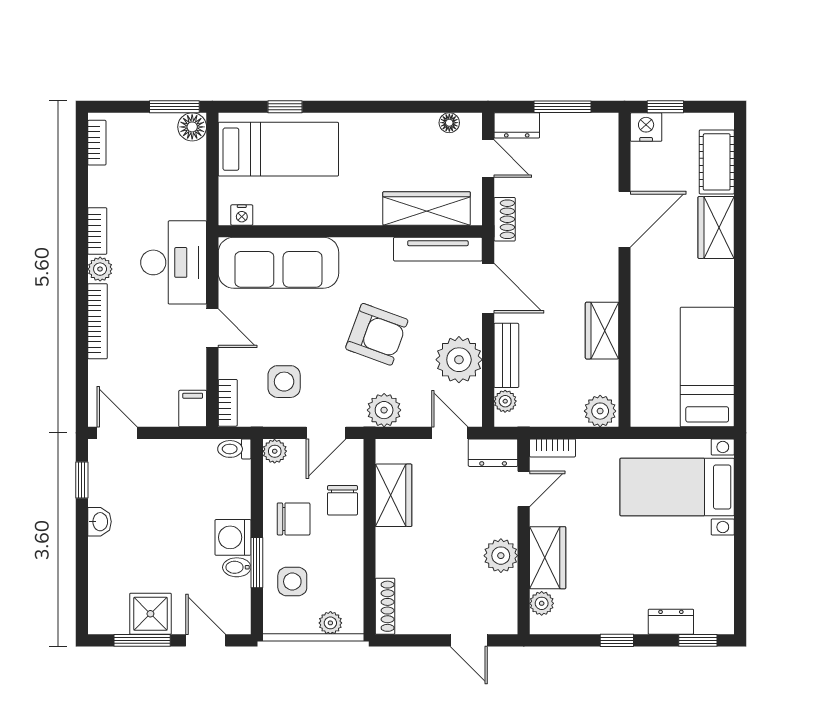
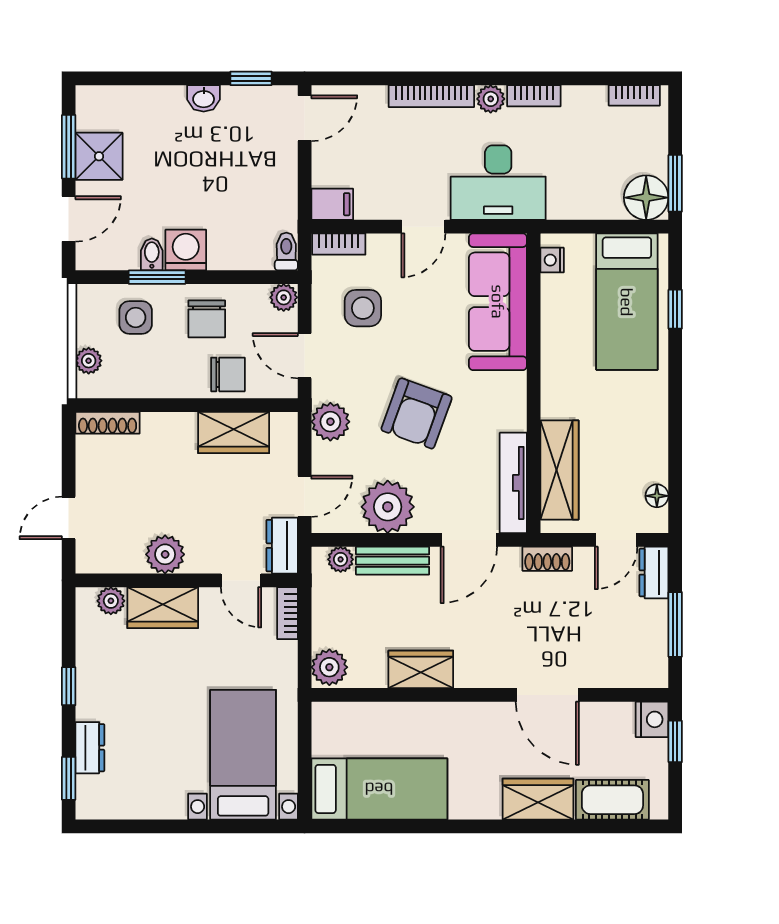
floor lamp: (192, 127) -> (646, 198), width x1.38, depth x1.38
chair: (342, 500) -> (228, 374), turned 180

